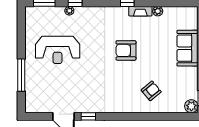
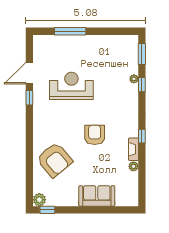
reception desk: (58, 50) -> (71, 86), moved, turned 90
armchair: (151, 91) -> (55, 160), width x1.88, depth x1.88

